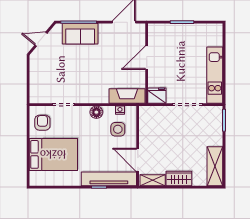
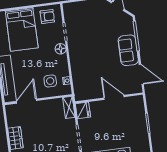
sofa: (80, 34) -> (128, 50), moved
fireplace: (127, 96) -> (79, 85), removed
floor lamp: (96, 112) -> (61, 49), moved
shelving: (153, 180) -> (69, 107), moved

